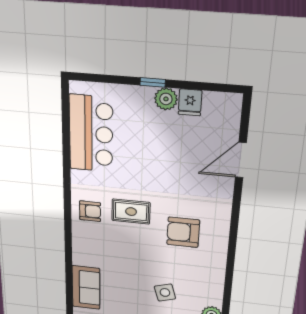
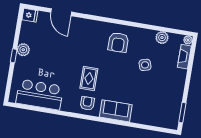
fridge: (190, 102) -> (30, 15), moved
armchair: (183, 232) -> (118, 42), moved
sofa: (86, 288) -> (116, 111), moved

